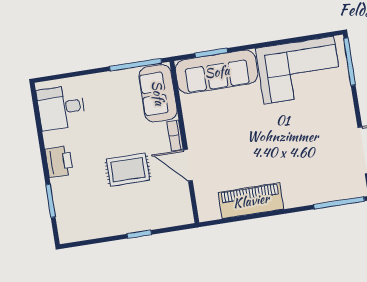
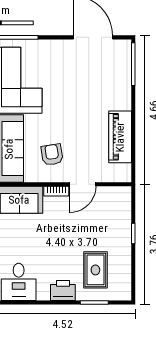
armchair: (217, 124) -> (52, 155), added
rug: (128, 170) -> (95, 270), moved

